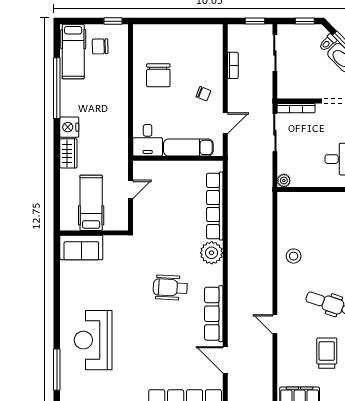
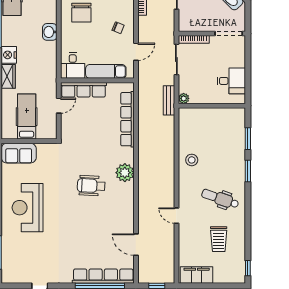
washbasin: (119, 99) -> (50, 32), added
bench: (266, 183) -> (169, 100), added
plant: (212, 253) -> (125, 173), moved
row of seats: (214, 314) -> (84, 90), moved, turned -90
reception desk: (93, 340) -> (27, 208), moved
trolley: (327, 353) -> (219, 239), turned 180

